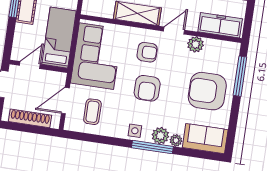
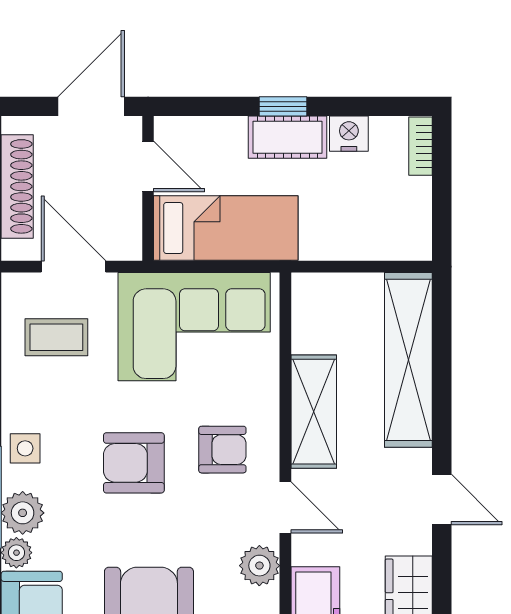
armchair: (147, 52) -> (222, 450), turned -90

